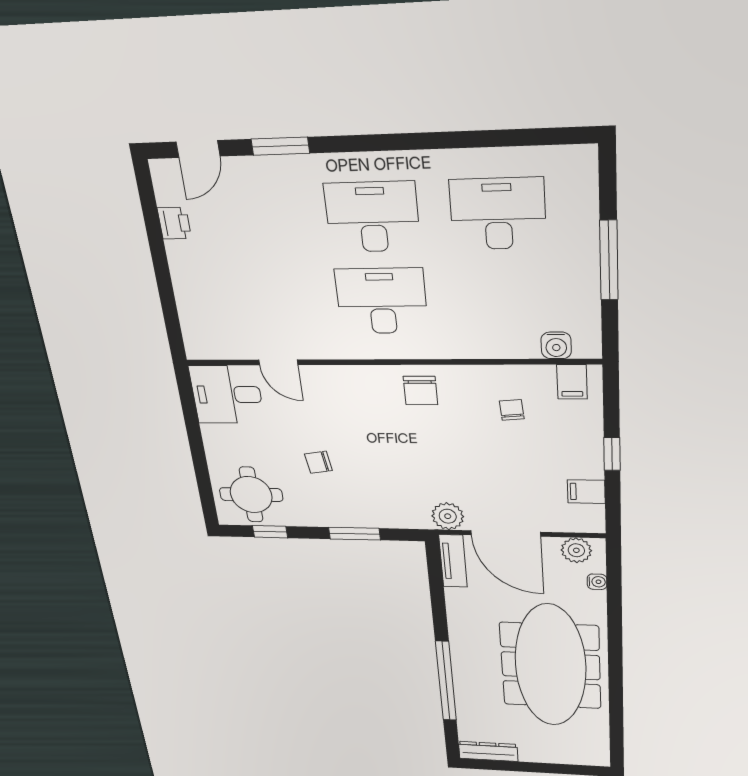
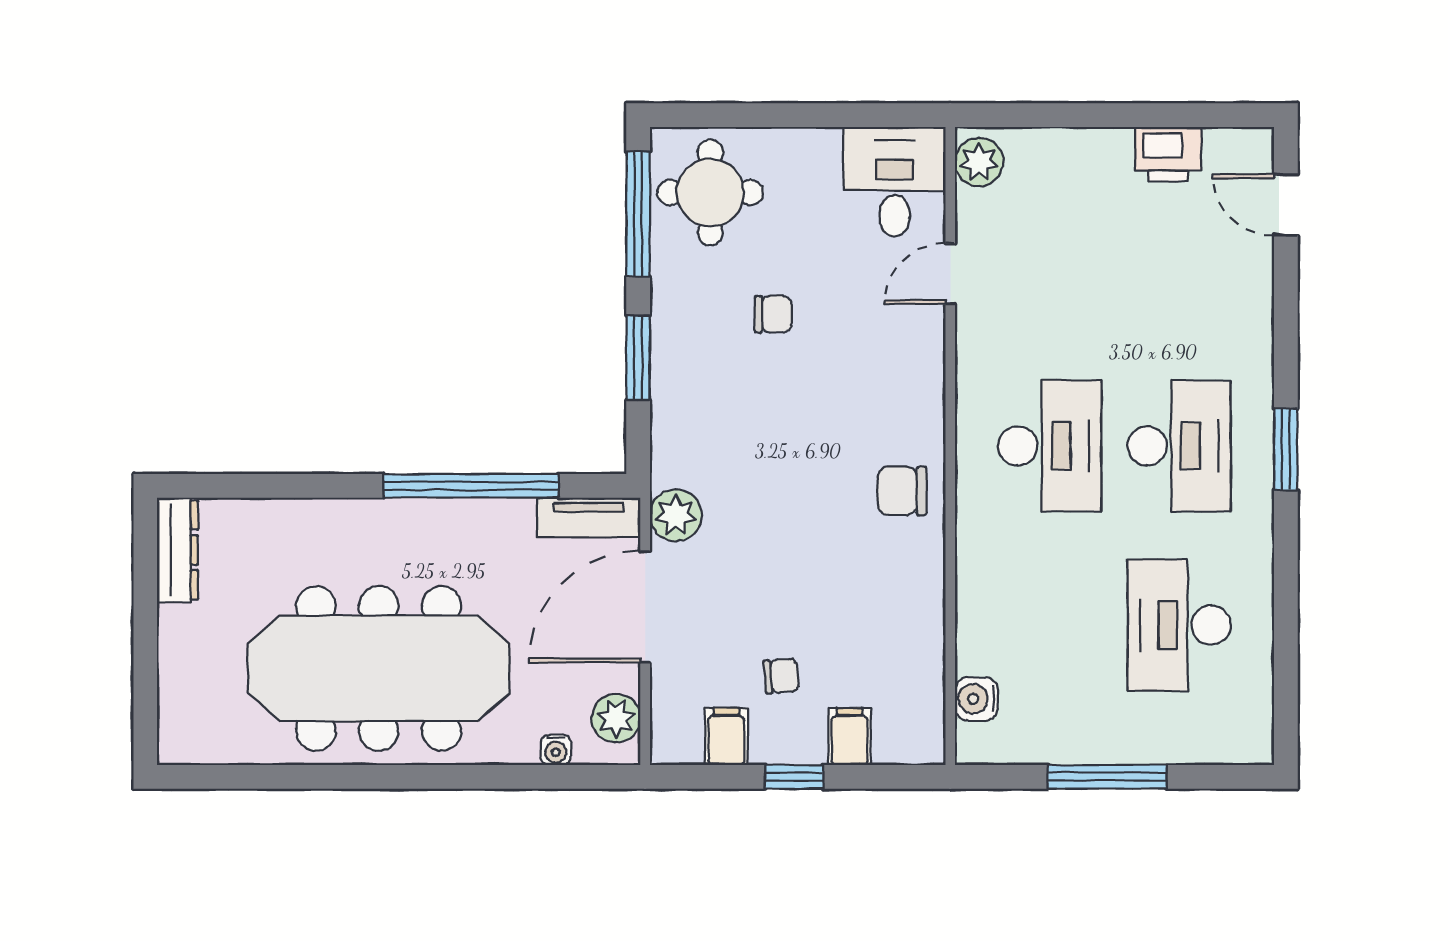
window: (280, 146) -> (1286, 449), moved
desk: (498, 214) -> (1179, 625), turned 180
printer: (174, 223) -> (1168, 154), width x1.36, depth x1.24
plant: (206, 346) -> (979, 162), added
filing cabinet: (572, 382) -> (850, 736), moved, turned 90
chair: (512, 410) -> (781, 676), moved
chair: (318, 462) -> (773, 314), turned 99
window: (270, 532) -> (638, 214), width x2.17
window: (446, 681) -> (471, 486), moved

